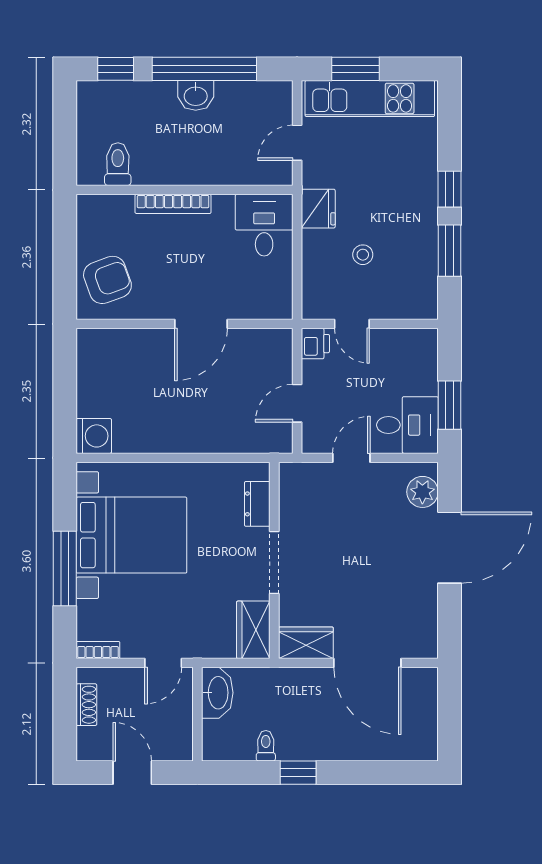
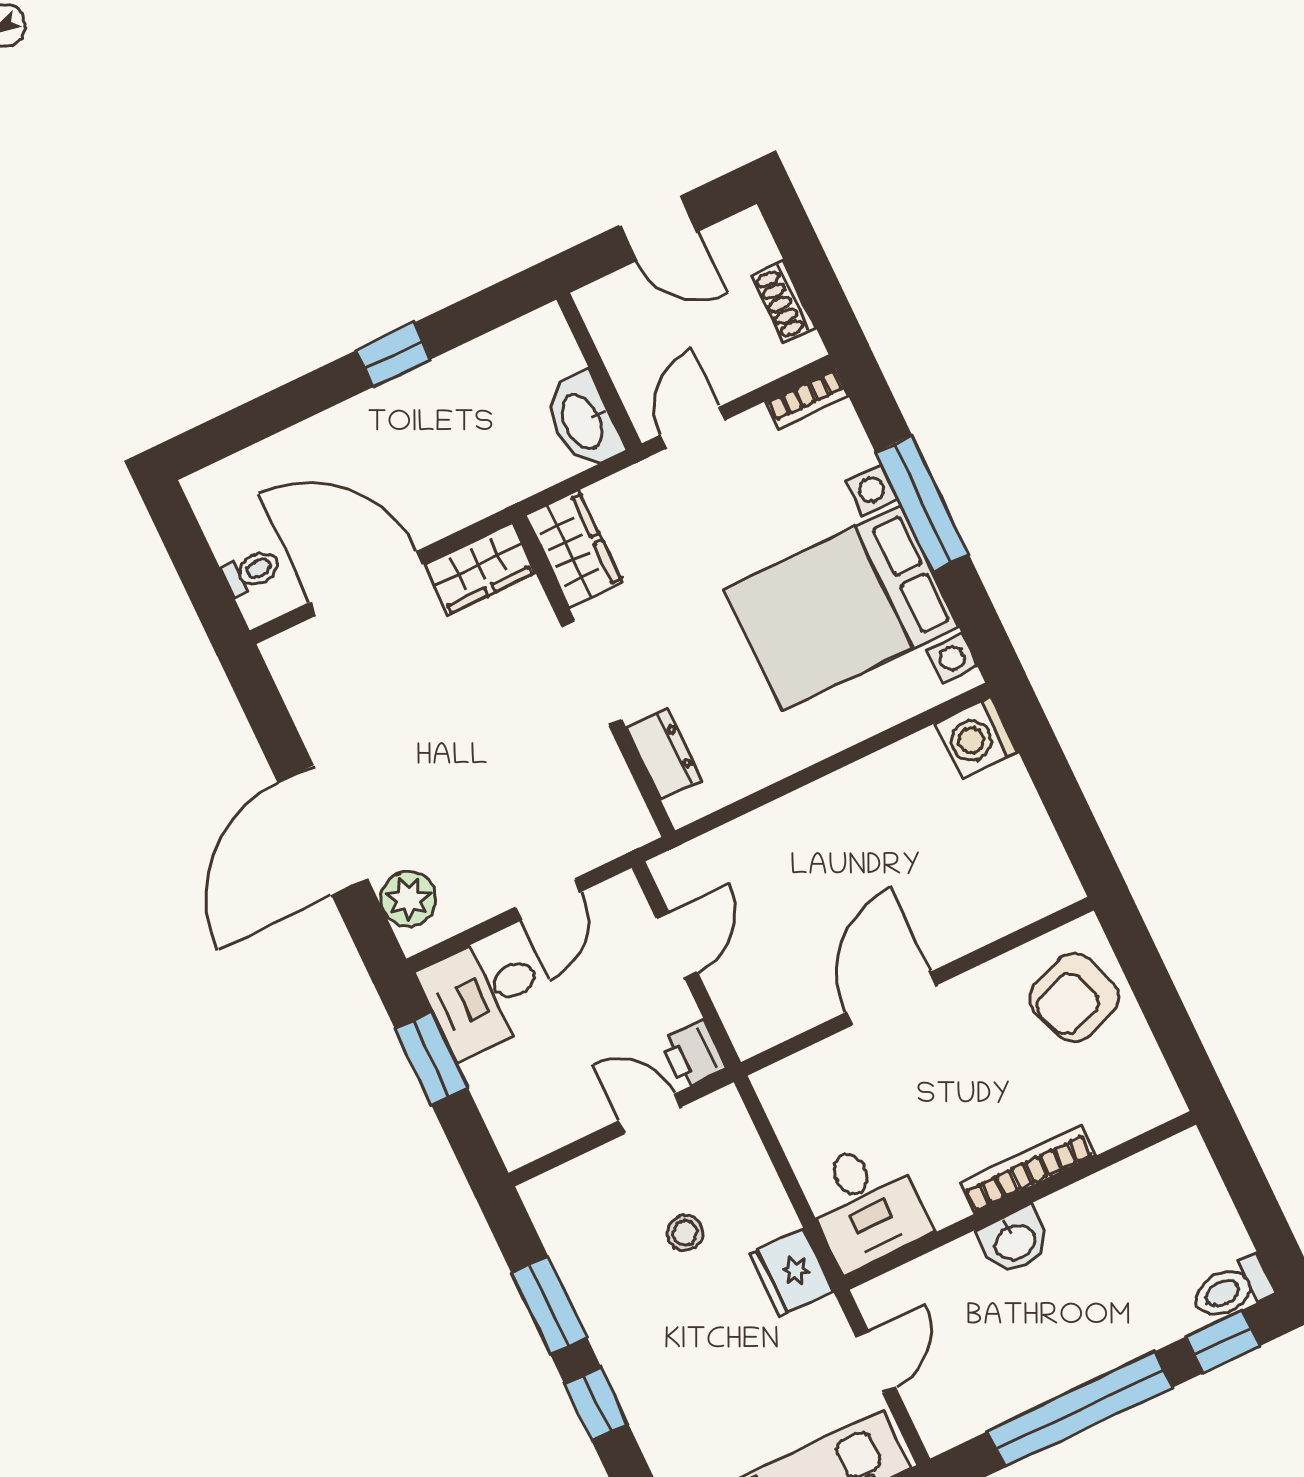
washbasin: (196, 95) -> (1014, 1241), moved, turned 180
toilet: (118, 164) -> (1232, 1289), moved, turned 90
toilet: (266, 746) -> (252, 572), moved, turned -90

